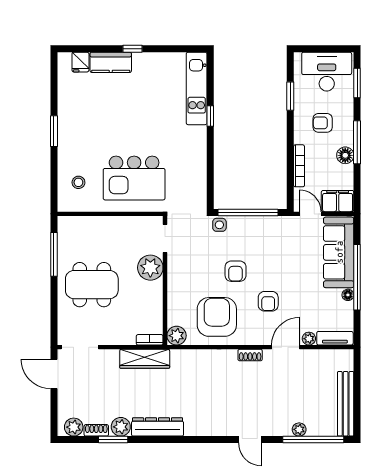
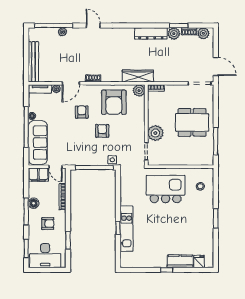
kitchen unit: (197, 88) -> (126, 229), moved
wardrobe: (145, 359) -> (138, 76), moved
bench: (346, 404) -> (33, 62), moved

